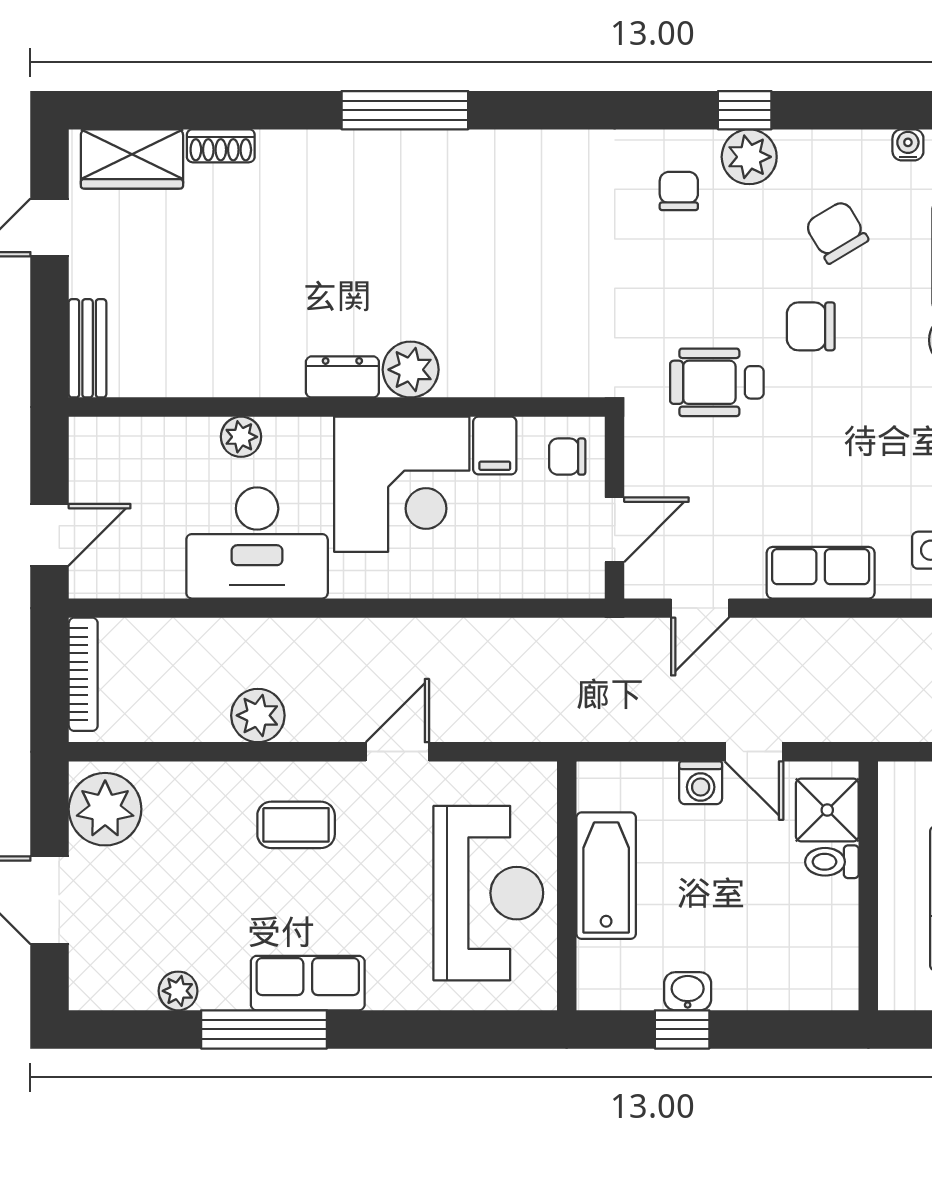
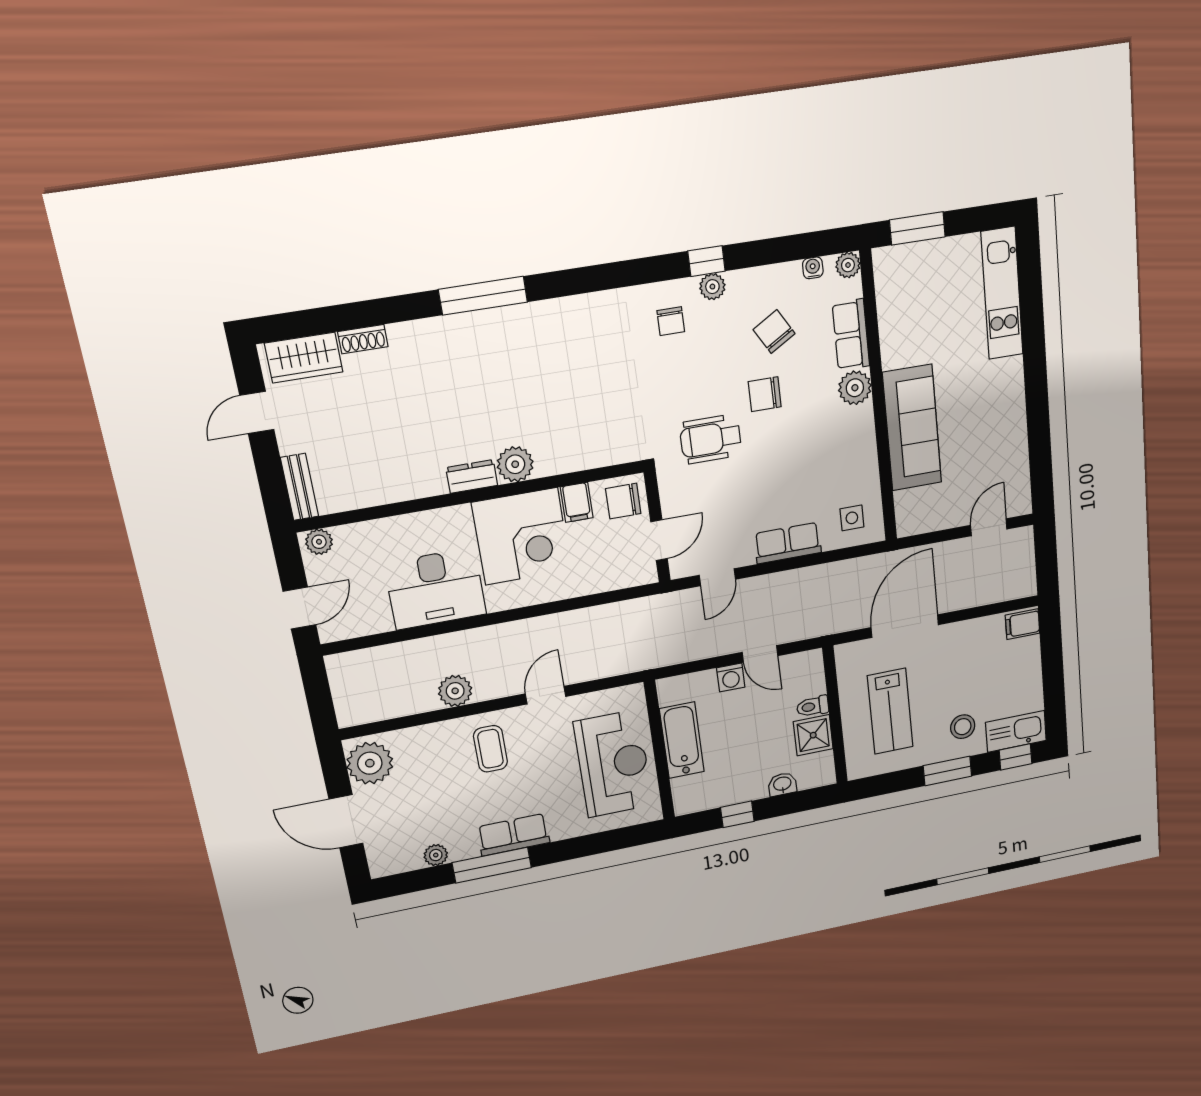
plant: (749, 157) -> (712, 287), width x0.73, depth x0.73
chair: (679, 191) -> (671, 321), turned 180
plant: (241, 437) -> (319, 542), moved
chair: (567, 457) -> (623, 501), width x1.37, depth x1.37
bookcase: (83, 674) -> (339, 688), removed
shower: (827, 810) -> (813, 735), moved
coffee table: (296, 825) -> (490, 749), turned 90
washbasin: (688, 991) -> (782, 784), moved

